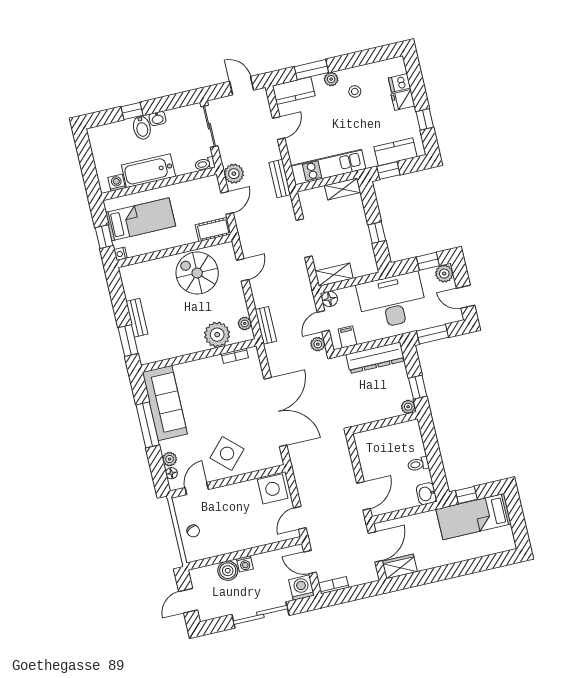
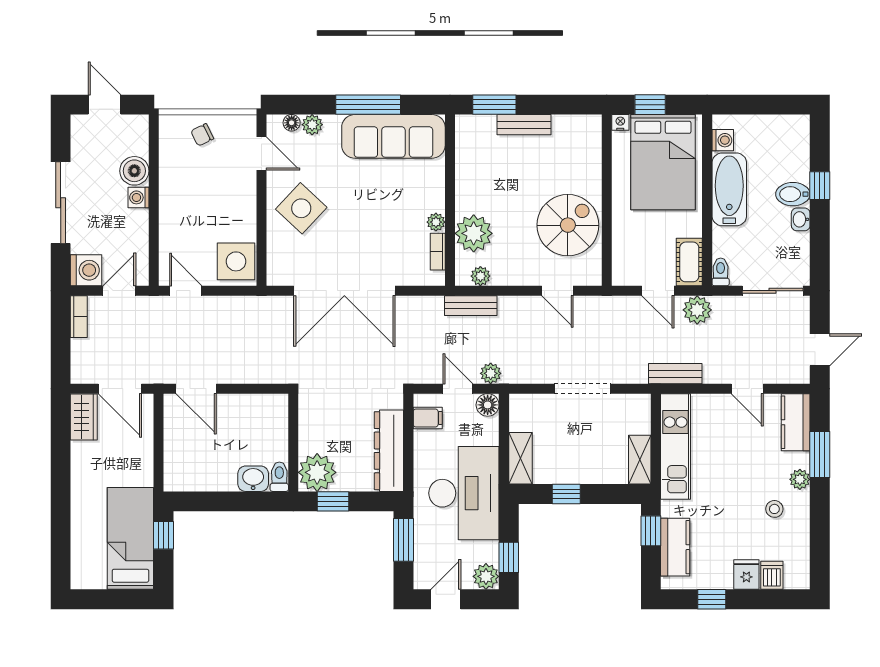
bed: (140, 219) -> (663, 162), width x1.50
cot: (213, 229) -> (689, 262), moved
shelving: (334, 275) -> (520, 458), moved
plant: (318, 344) -> (491, 373), moved
plant: (215, 362) -> (436, 222), added
plant: (408, 407) -> (317, 472), width x1.87, depth x1.87
toilet: (418, 464) -> (279, 477), moved
washbasin: (426, 494) -> (253, 479), moved

